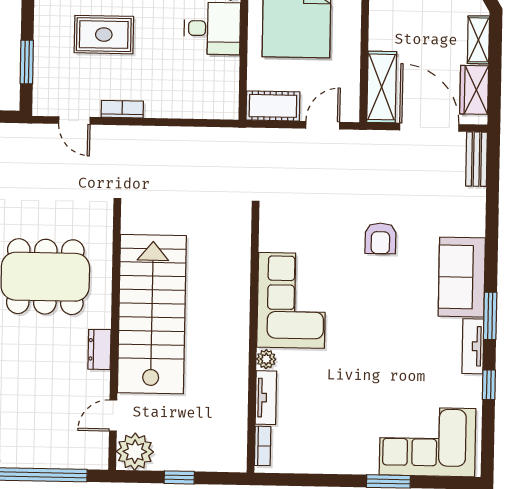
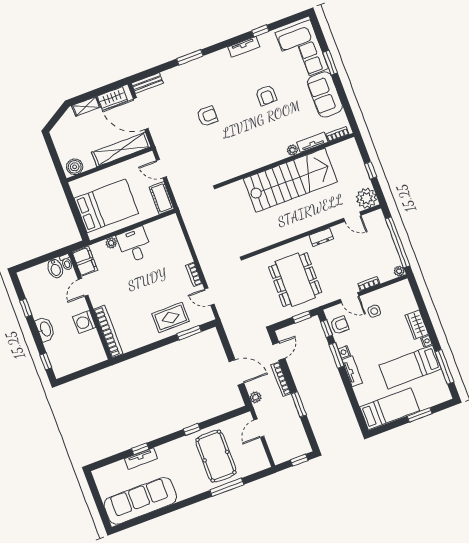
rug: (104, 35) -> (171, 318), moved, turned 90
shelving: (382, 87) -> (121, 149), width x1.47
door: (74, 120) -> (209, 297), swing flipped
door: (429, 127) -> (141, 114), hinge flipped
sofa: (462, 277) -> (325, 94), moved, turned 90
corner sofa: (291, 300) -> (257, 149), removed
stairs: (152, 314) -> (290, 180), moved, turned 180
window: (490, 316) -> (190, 57), moved
armchair: (376, 352) -> (266, 95), added

